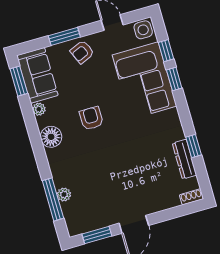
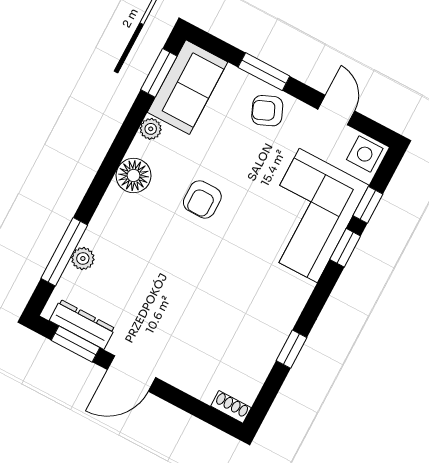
armchair: (91, 118) -> (202, 199), turned 180
dresser: (184, 159) -> (82, 324), moved, turned 90

